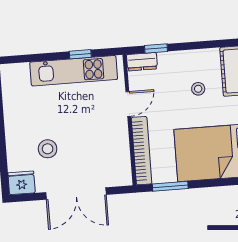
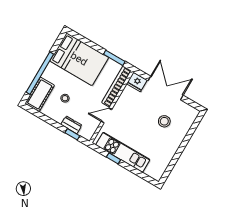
dresser: (142, 62) -> (71, 125), moved
fridge: (22, 183) -> (137, 82), moved

